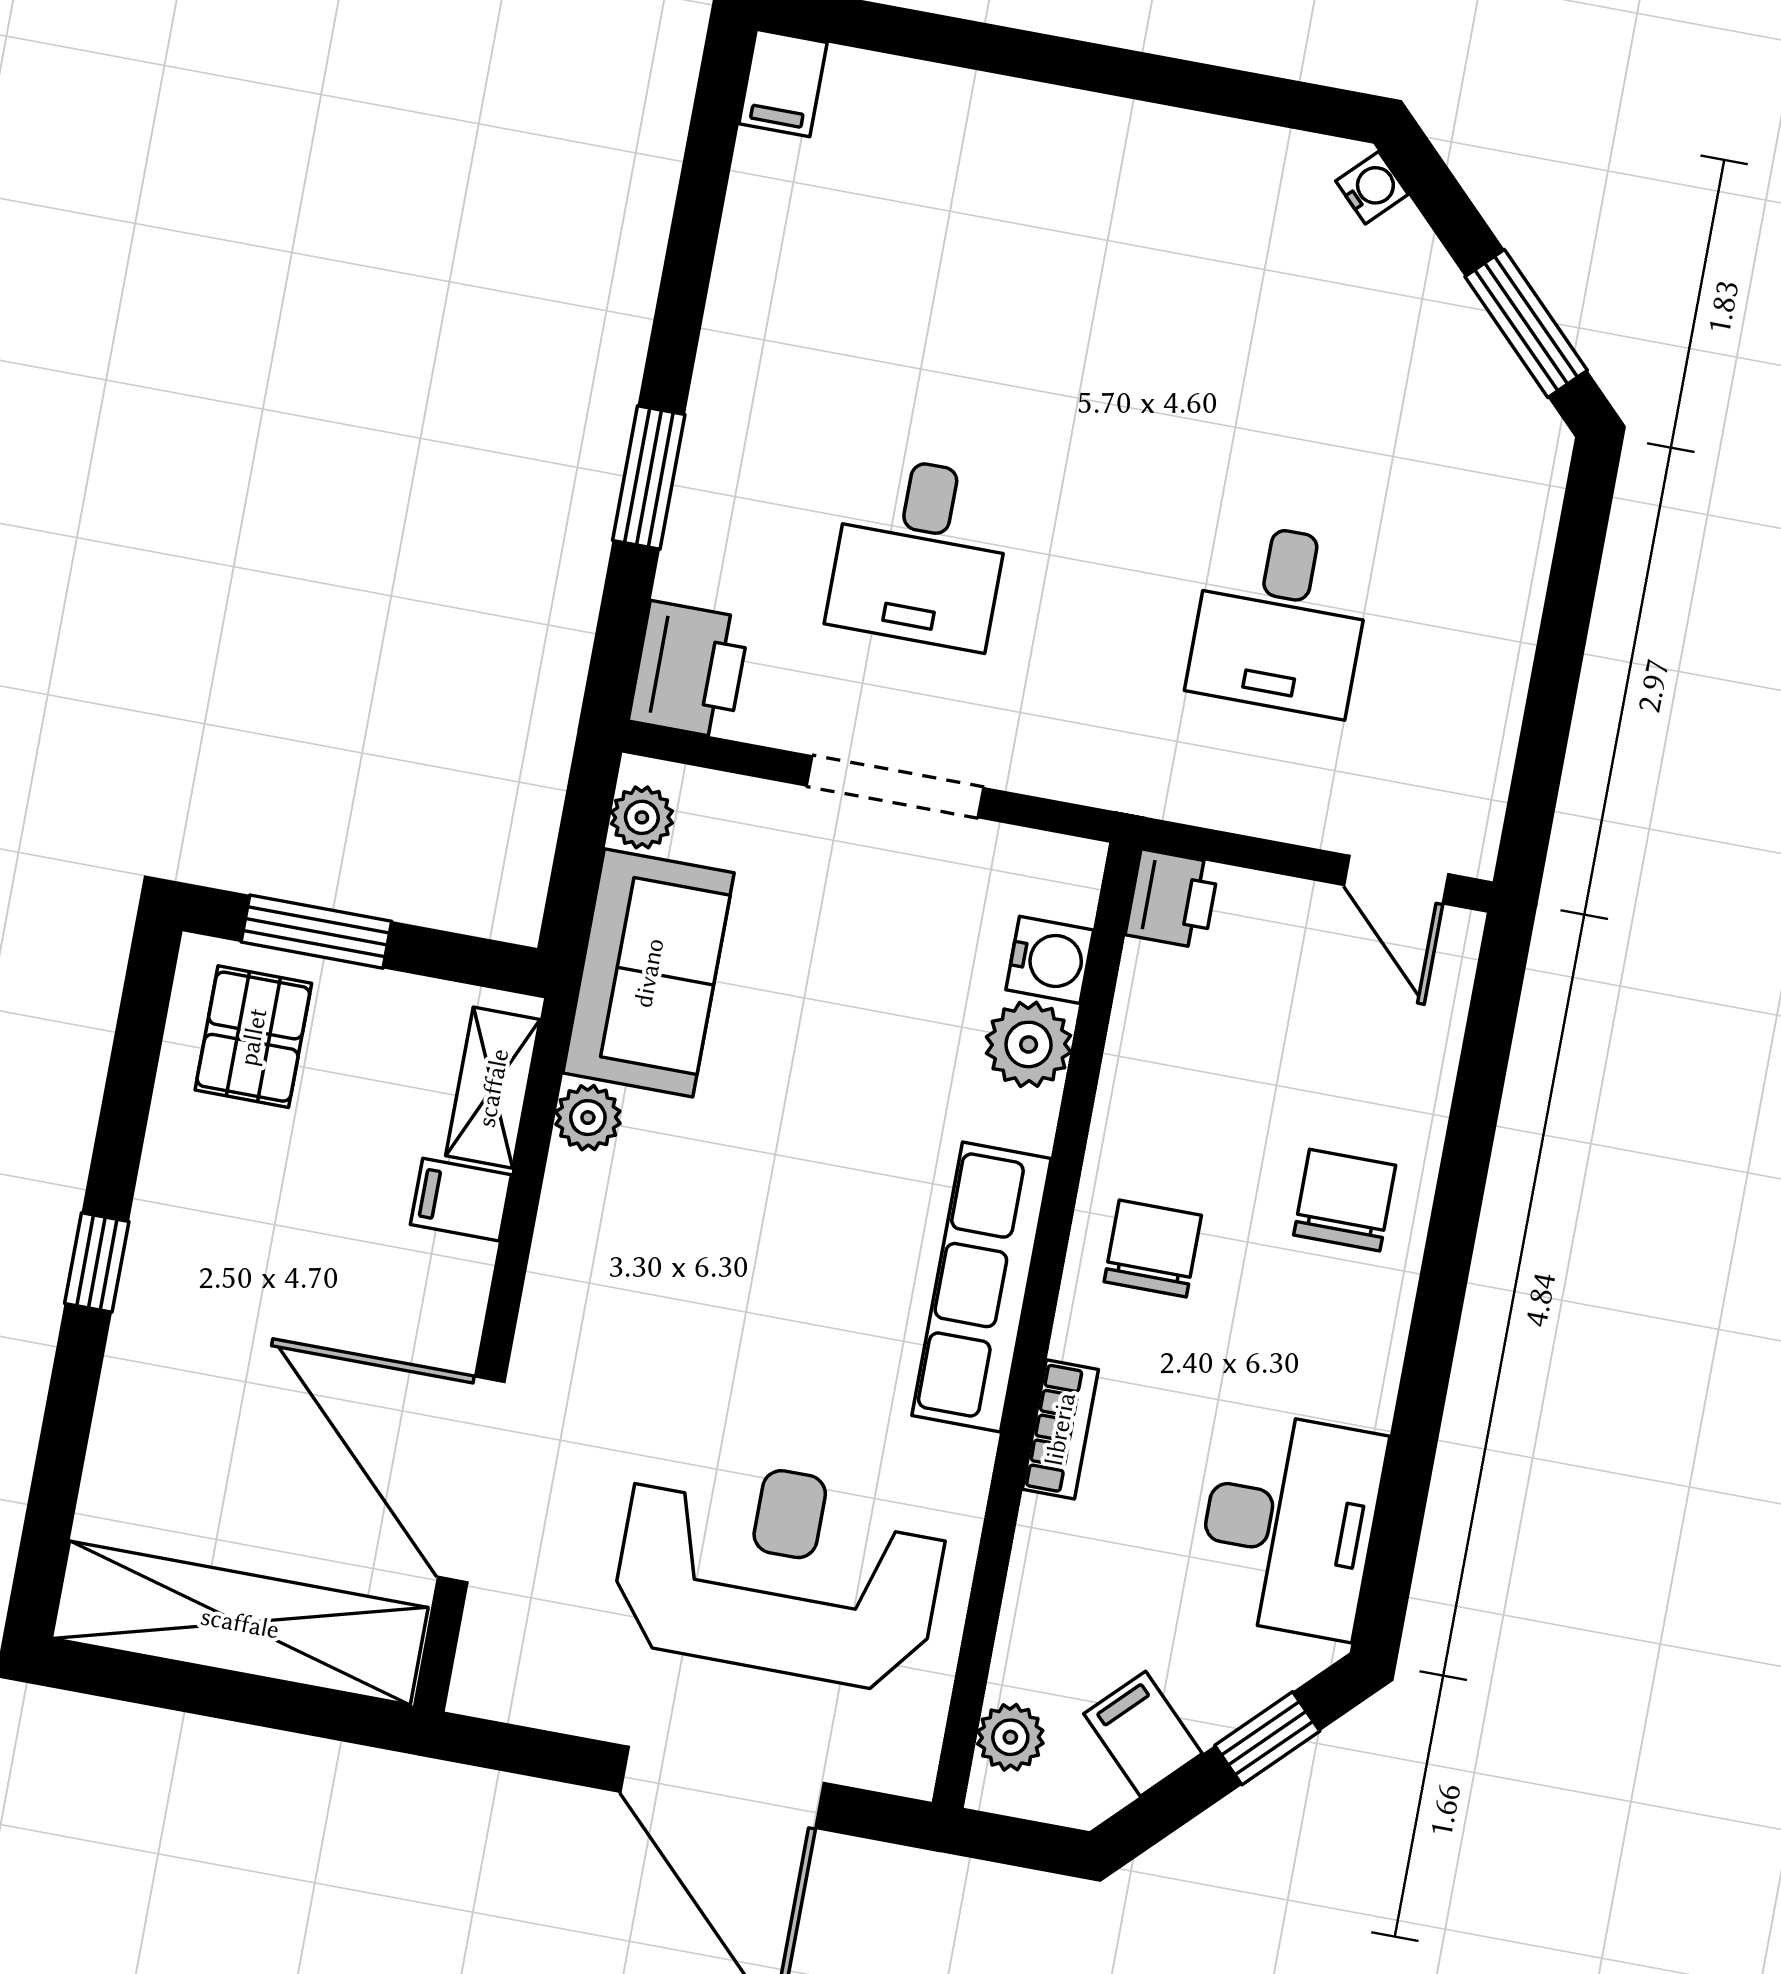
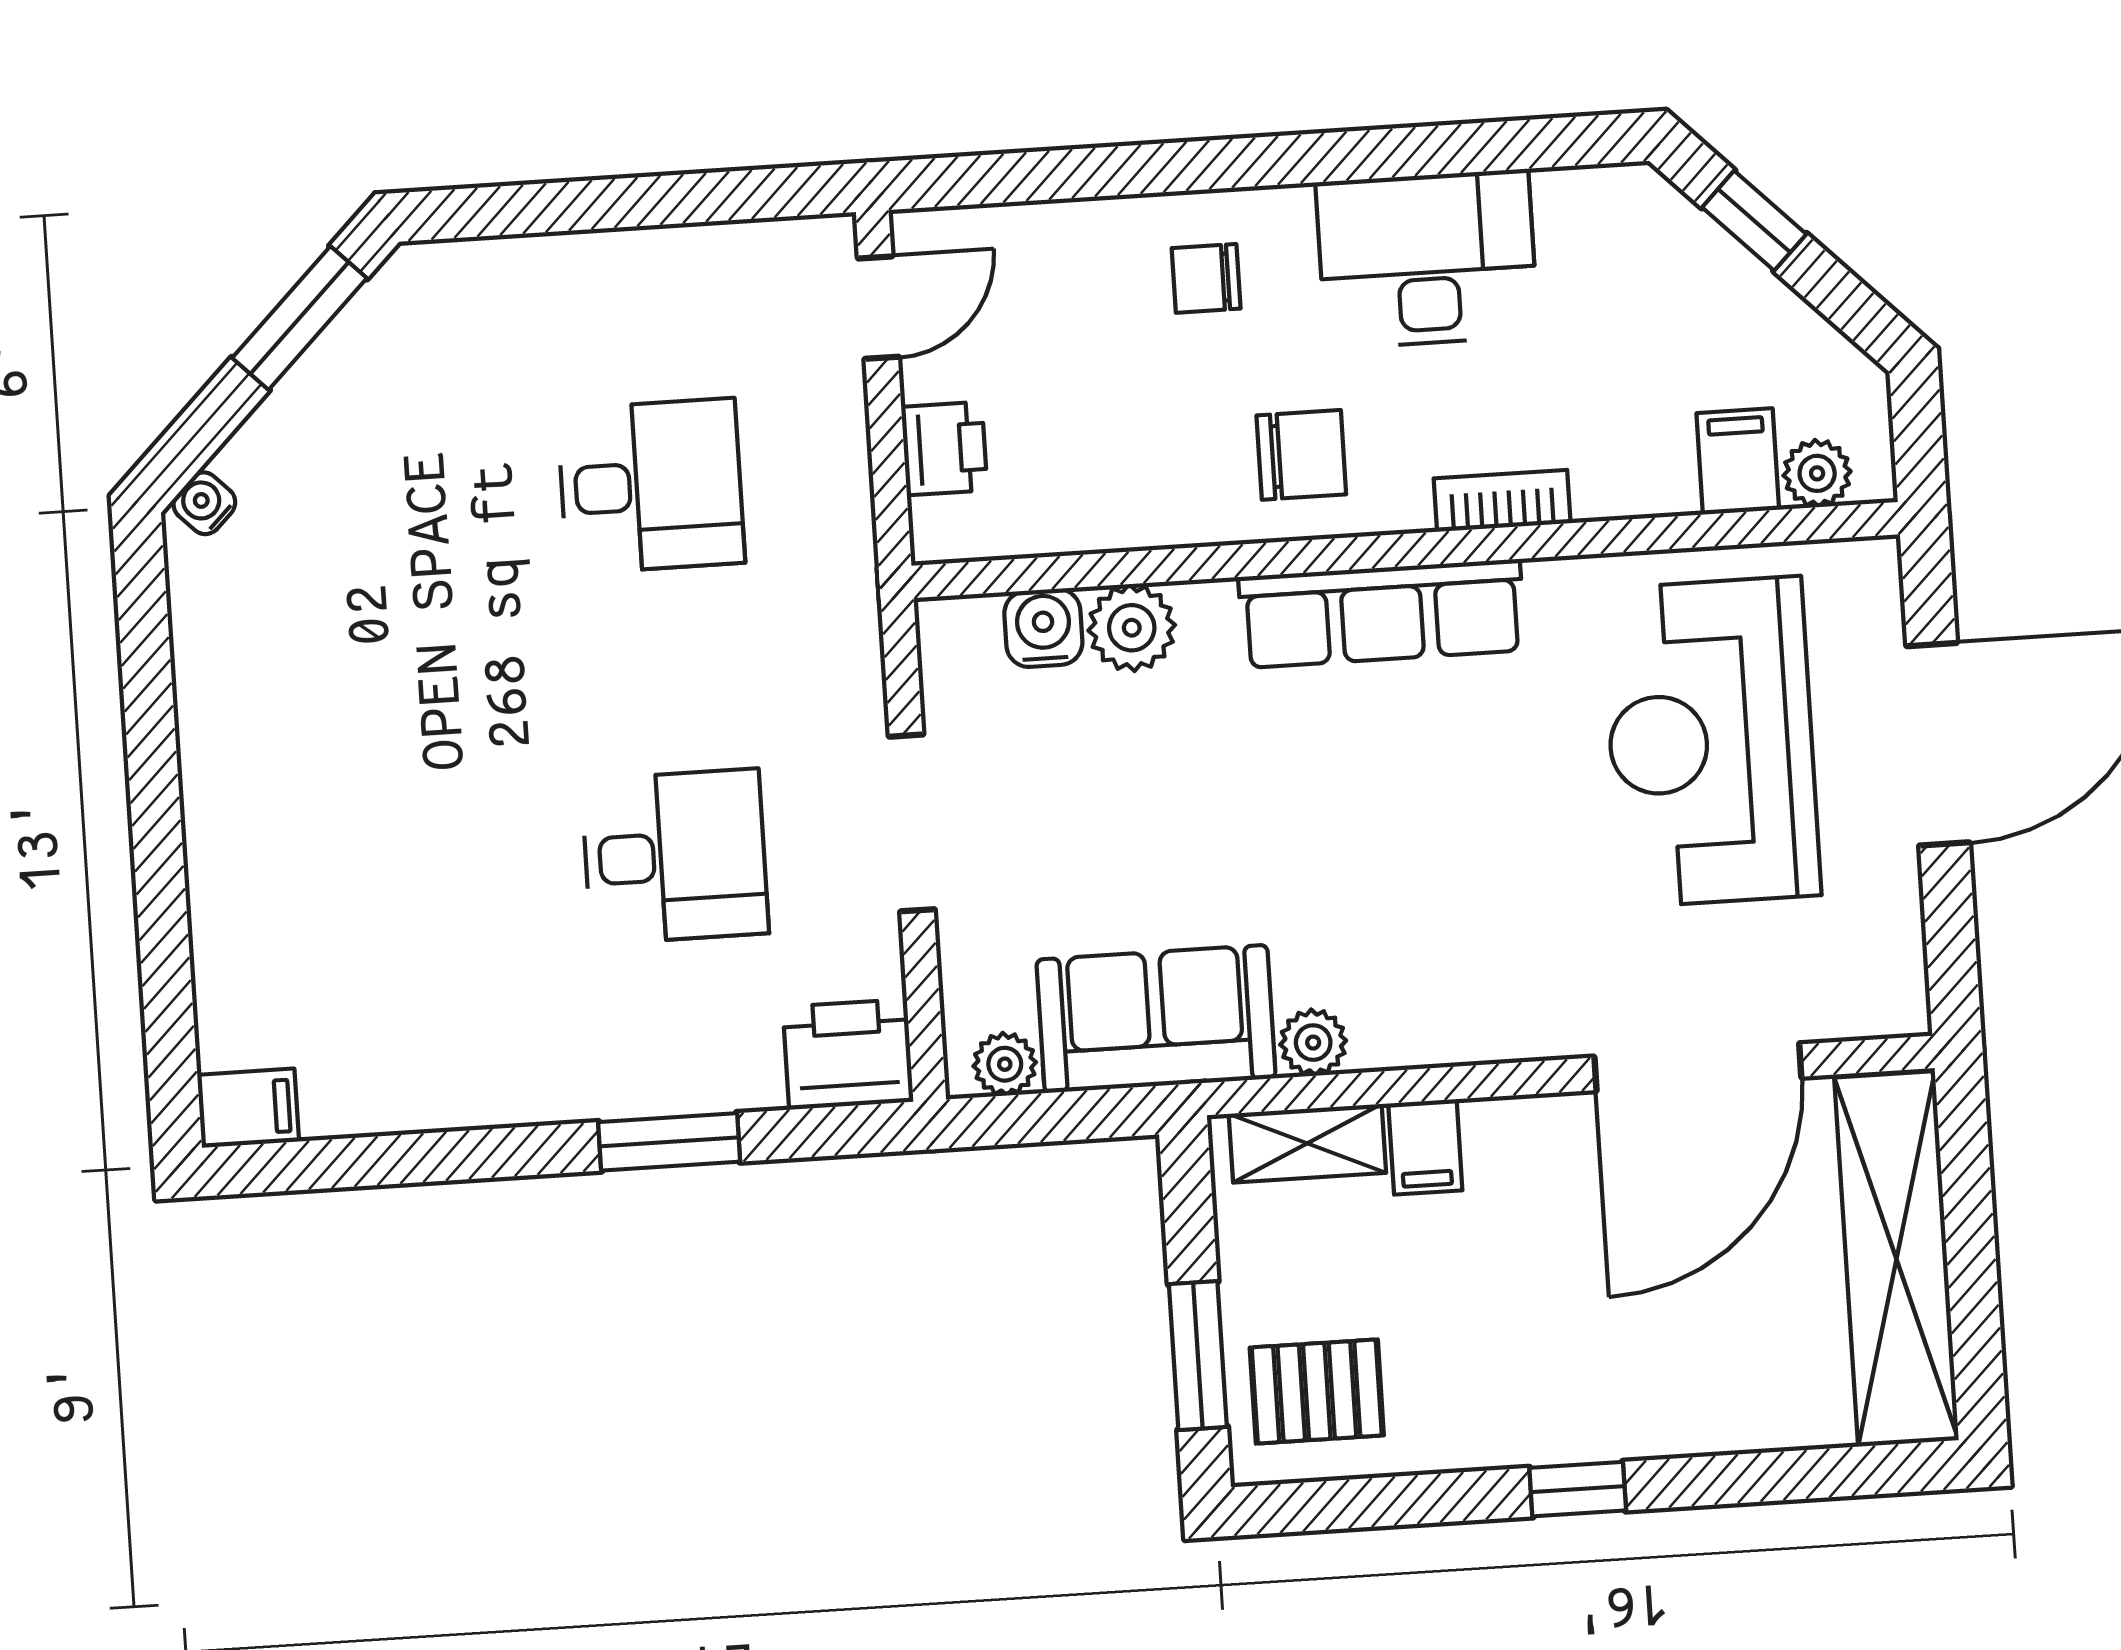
printer: (1172, 899) -> (944, 448), moved, turned 90
chair: (1345, 1200) -> (1206, 278), width x0.73, depth x0.73
chair: (1153, 1248) -> (1301, 455), turned 180
desk: (1290, 1525) -> (1427, 259), moved
filing cabinet: (1143, 1734) -> (1738, 461), moved, turned 135

